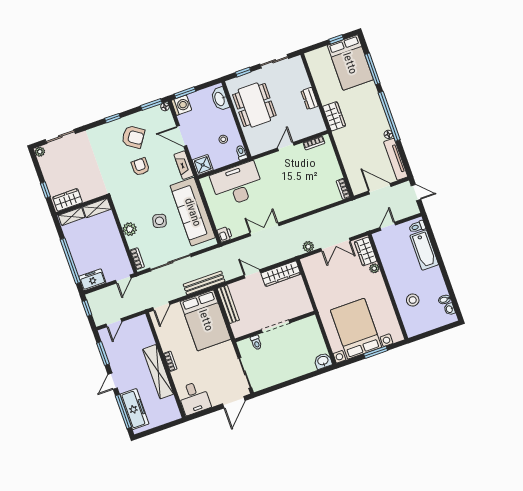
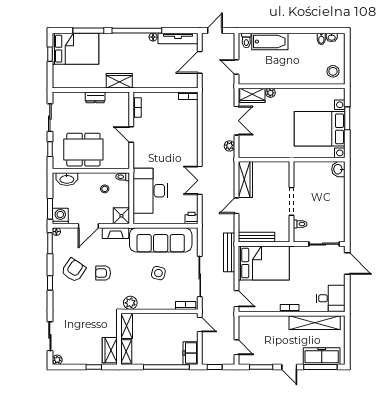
plant: (130, 229) -> (130, 303), moved
stool: (413, 300) -> (333, 71), moved
shelving: (158, 372) -> (315, 323), moved

